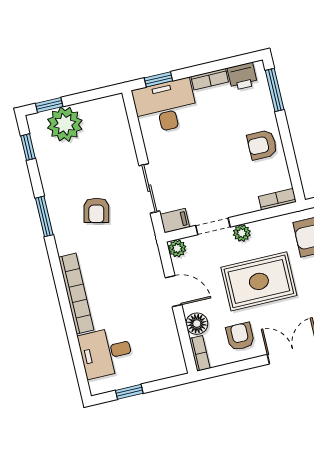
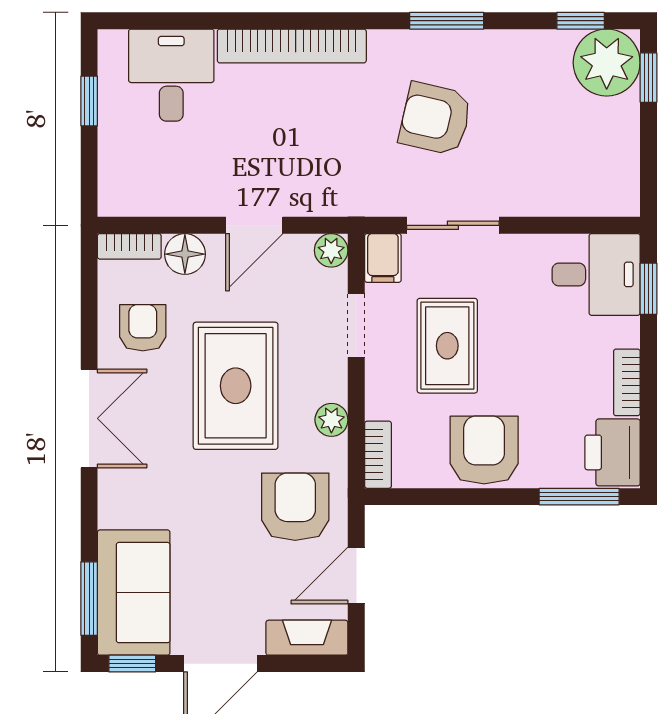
printer: (242, 76) -> (613, 452), width x1.36, depth x1.24
desk: (165, 106) -> (596, 274), width x0.73
plant: (65, 124) -> (607, 63), moved
armchair: (262, 145) -> (484, 450), width x1.38, depth x1.38
rug: (212, 177) -> (447, 346), added
armchair: (96, 210) -> (435, 119), width x1.38, depth x1.38
plant: (242, 233) -> (331, 420), moved
armchair: (240, 337) -> (143, 328), turned -90

